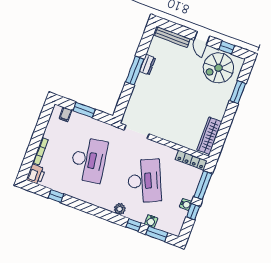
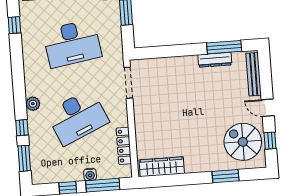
door: (202, 38) -> (268, 108), hinge flipped
dresser: (147, 65) -> (215, 60), width x1.44
window: (135, 71) -> (224, 47), moved
locker: (191, 160) -> (124, 146), moved
water cooler: (186, 204) -> (90, 174), moved
water cooler: (151, 221) -> (35, 145), removed

